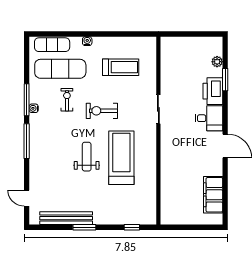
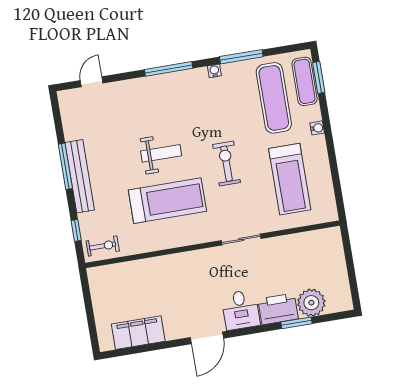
window: (51, 34) -> (319, 78), added
plant: (217, 62) -> (311, 303), width x1.87, depth x1.87
treadmill: (121, 67) -> (290, 179), width x1.37, depth x1.38
window: (27, 100) -> (241, 57), moved
exercise bike: (67, 100) -> (103, 246), moved
bench: (66, 218) -> (80, 176), moved
window: (84, 227) -> (65, 166), width x1.44

